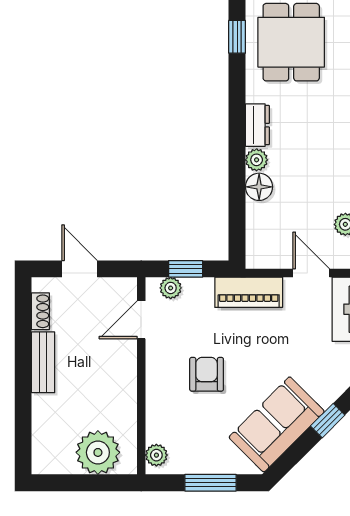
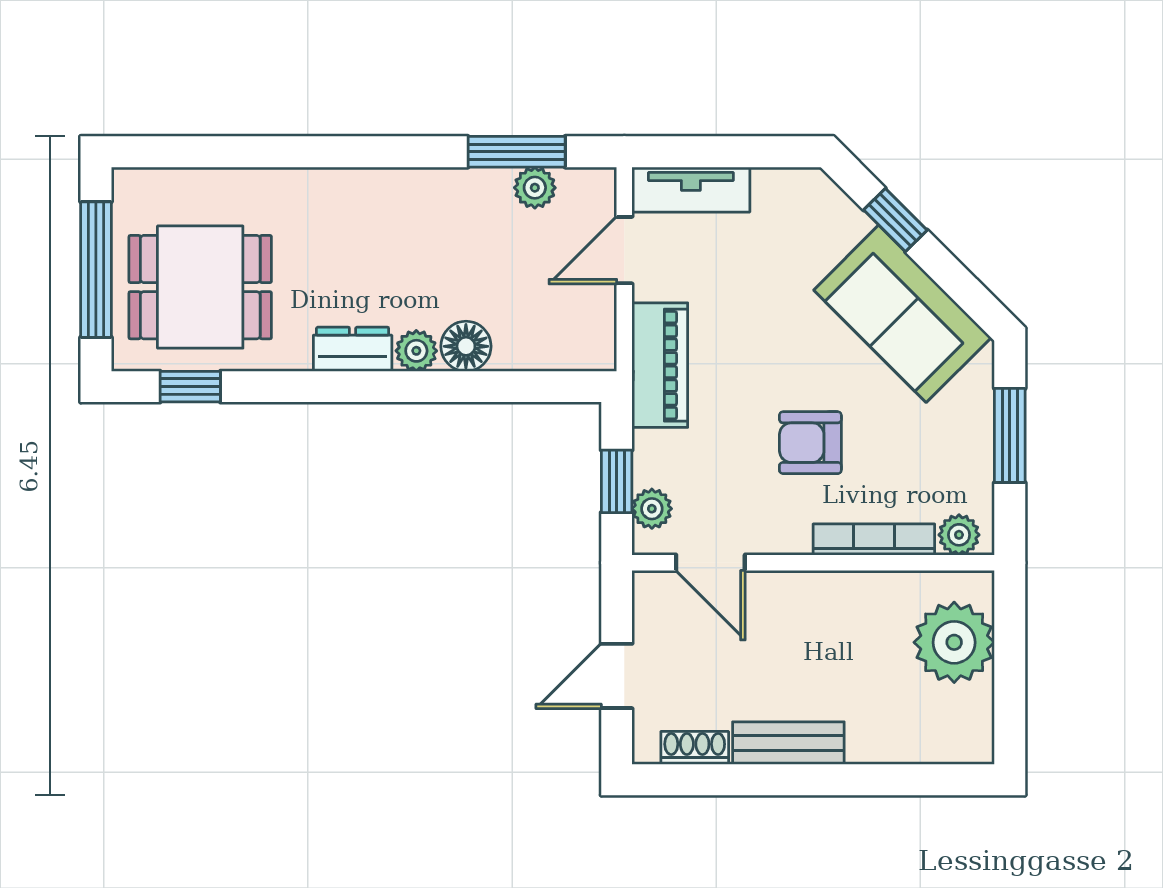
bookcase: (154, 409) -> (874, 540), added

